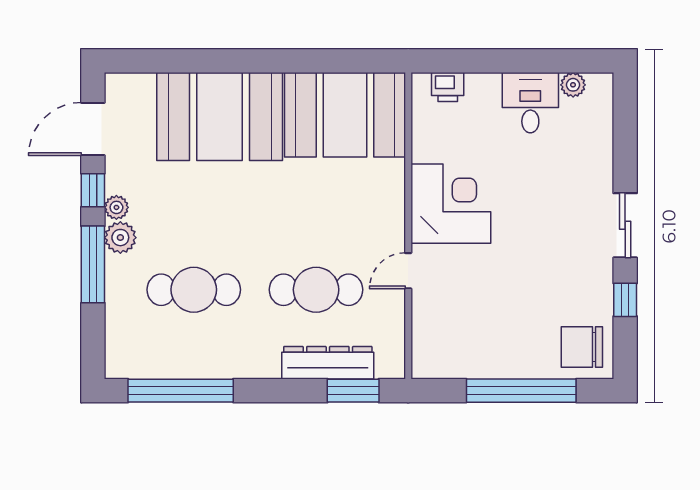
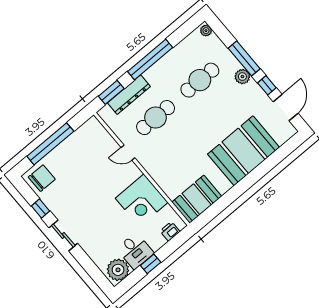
window: (523, 61) -> (151, 264), added
plant: (573, 85) -> (118, 270), width x1.88, depth x1.88
booth: (345, 115) -> (197, 199), width x0.73, depth x0.70
corner desk: (451, 204) -> (142, 200), moved
plant: (116, 207) -> (206, 31), moved
door: (408, 271) -> (128, 153), swing flipped
window: (181, 391) -> (150, 59), moved

